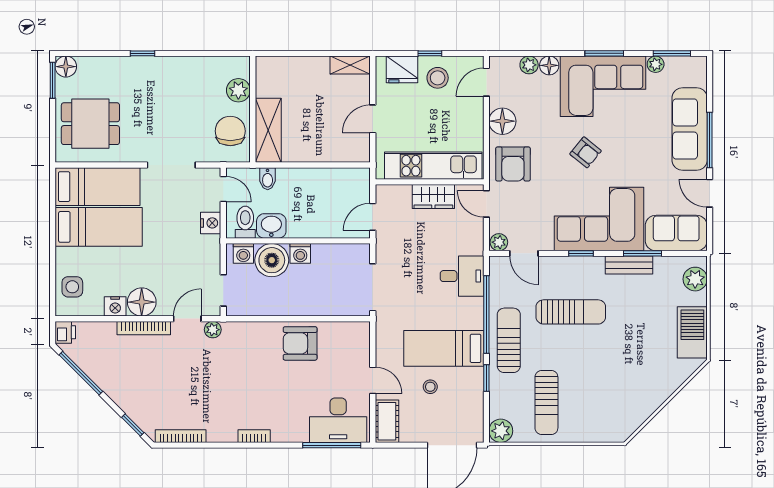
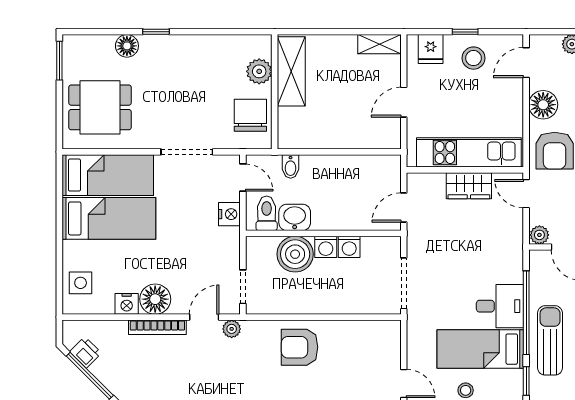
floor lamp: (66, 67) -> (127, 46), moved
fridge: (402, 69) -> (431, 49), width x0.72
shelving: (268, 130) -> (291, 71), moved
washing machine: (243, 253) -> (349, 247), moved
desk: (462, 276) -> (500, 306), moved
printer: (65, 332) -> (86, 352), moved, turned -45
armchair: (300, 343) -> (300, 347), moved

